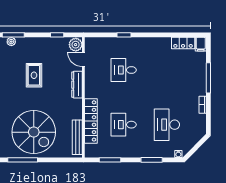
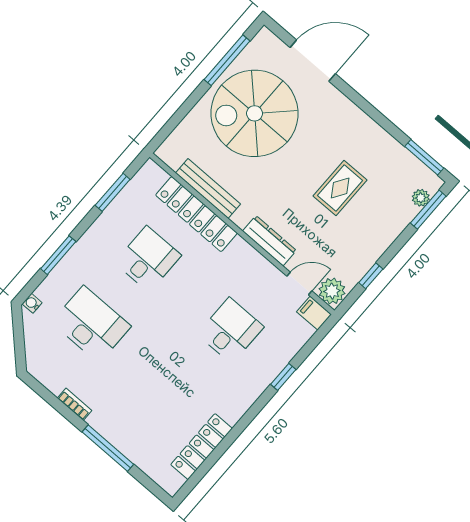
locker: (183, 43) -> (202, 447), width x1.53
filing cabinet: (201, 44) -> (314, 313), moved
rug: (34, 75) -> (340, 188), turned 90
bench: (77, 137) -> (208, 189), moved

